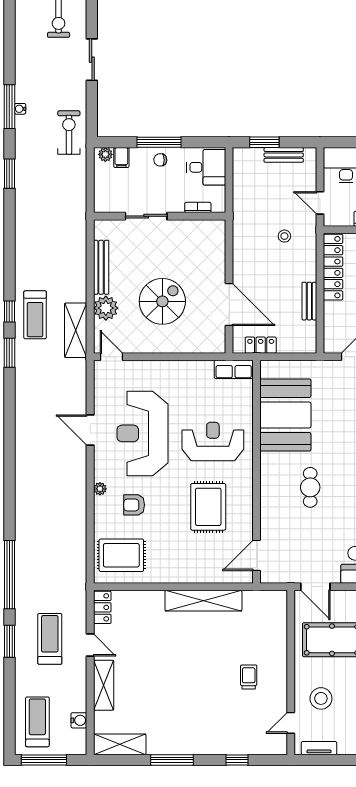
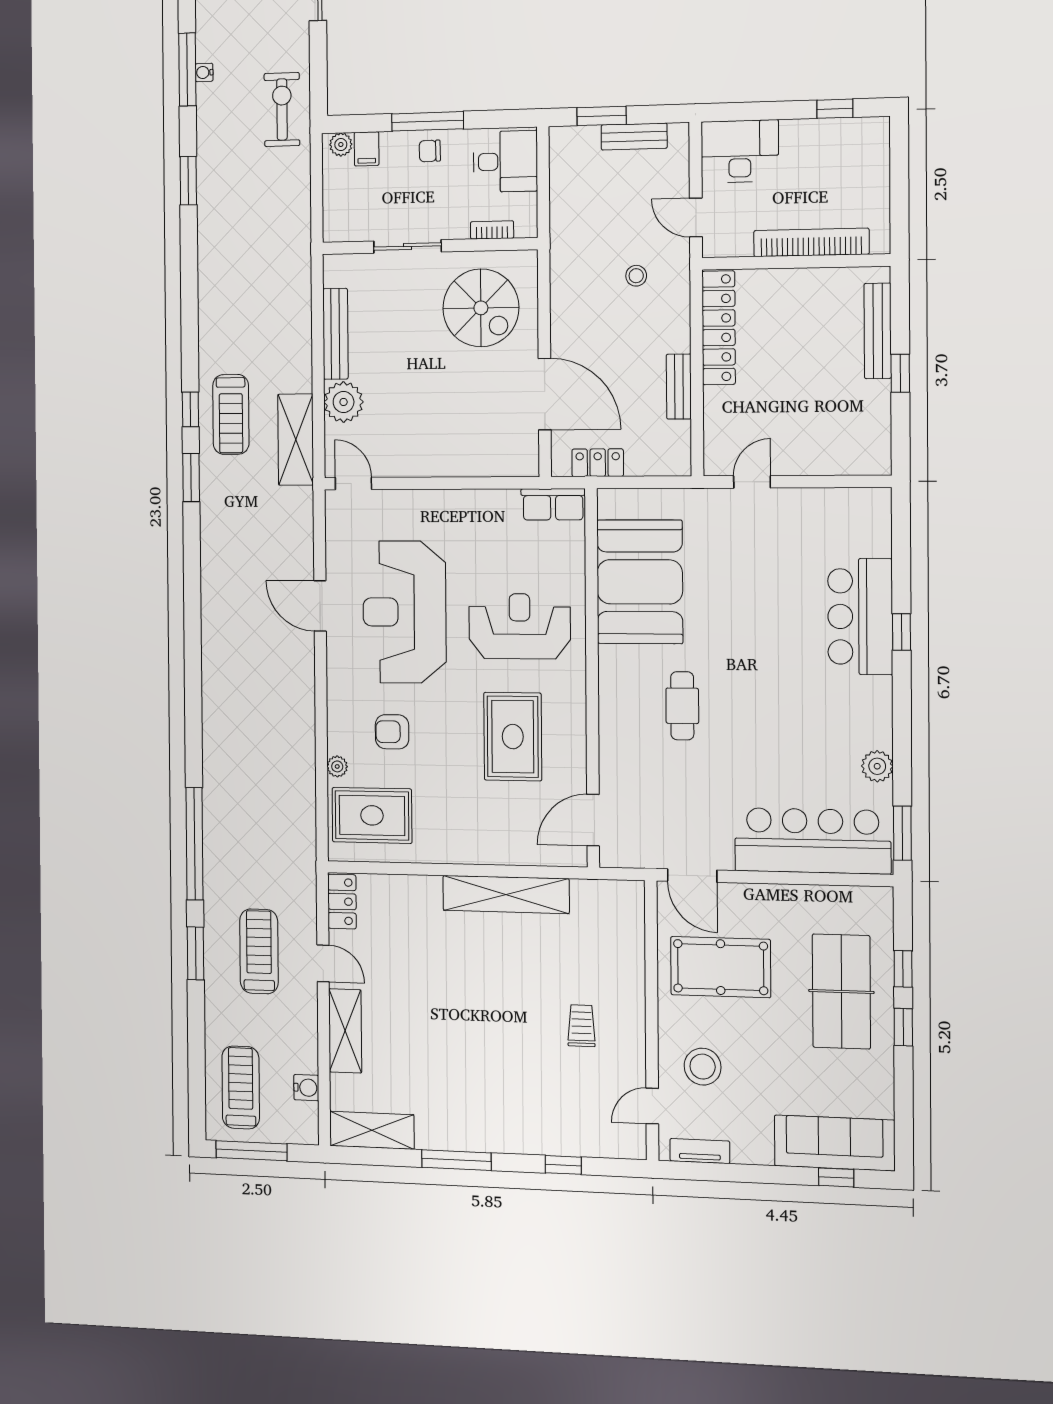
spiral stairs: (162, 301) -> (481, 308), moved, turned 90
plant: (100, 489) -> (337, 766), moved

